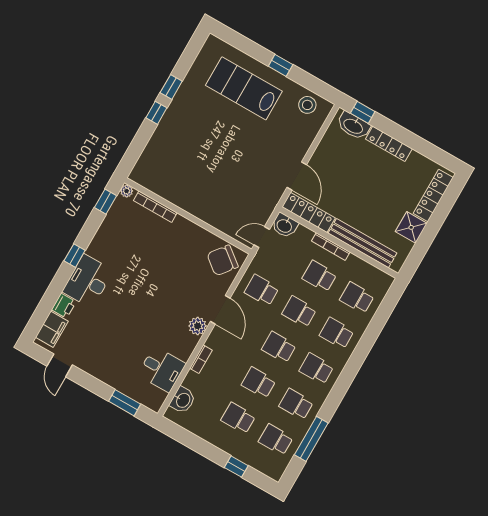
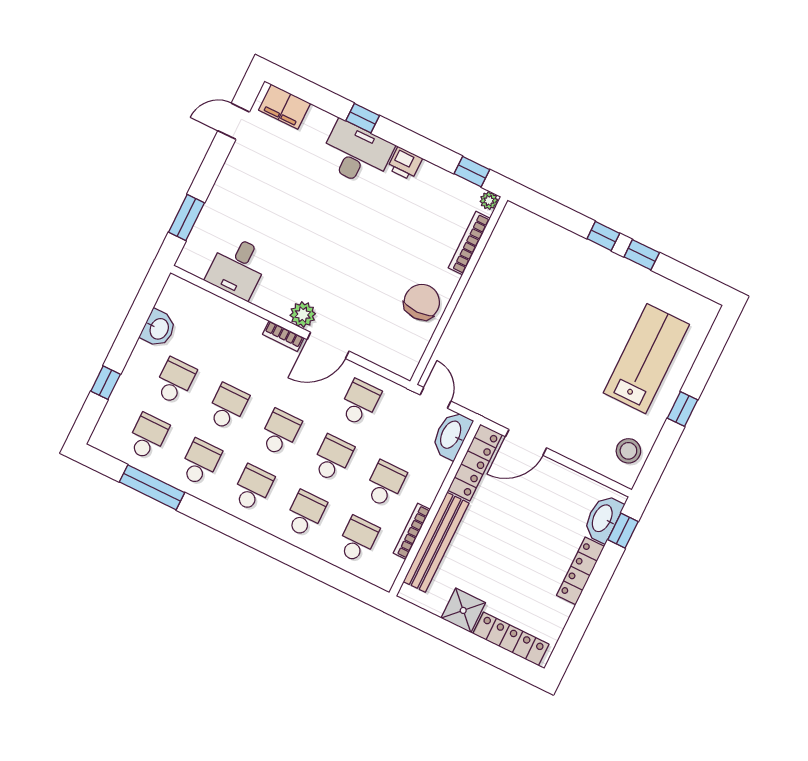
washbasin: (285, 226) -> (451, 435), width x1.38
bookcase: (331, 247) -> (412, 531), moved
window: (75, 256) -> (363, 118), moved
chair: (223, 260) -> (422, 302), moved, turned 52
printer: (64, 306) -> (405, 163), moved
bookcase: (201, 359) -> (283, 336), moved
washbasin: (183, 400) -> (158, 328), moved, turned -90

